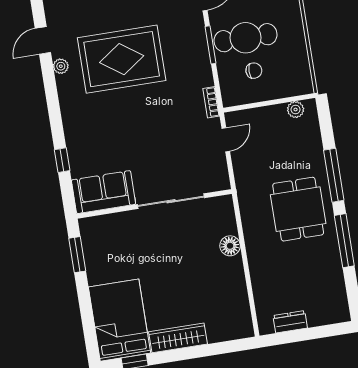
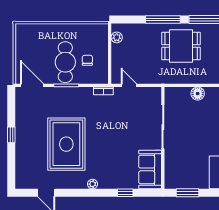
plant: (61, 66) -> (93, 184), moved

